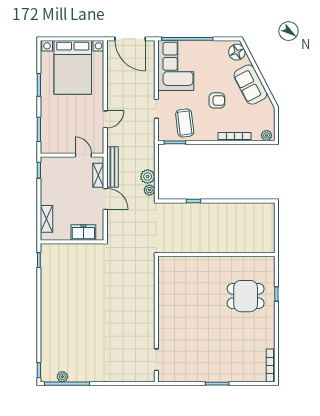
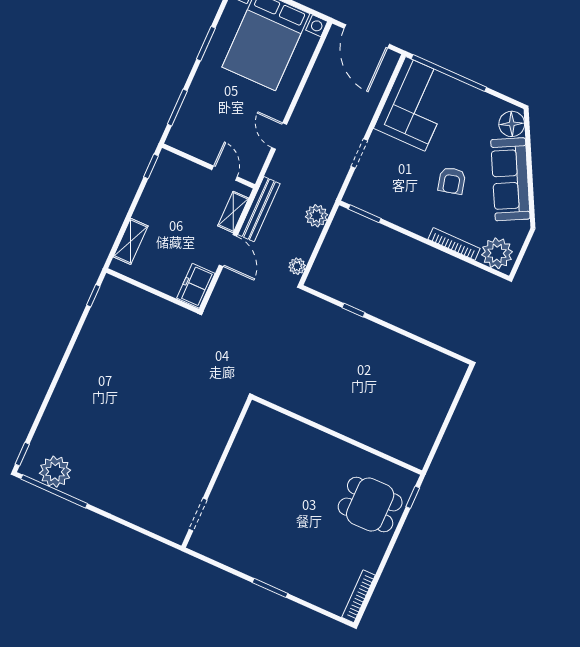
sofa: (250, 85) -> (510, 179), width x1.36
armchair: (217, 100) -> (452, 181), turned 76
door: (105, 119) -> (279, 136), swing flipped
coffee table: (185, 123) -> (391, 192), removed
plant: (267, 135) -> (497, 253), width x1.88, depth x1.88
plant: (148, 177) -> (317, 216), moved
freezer: (83, 232) -> (196, 286), moved, turned -90
wall: (216, 255) -> (337, 435), moved
dining table: (246, 296) -> (370, 504), moved
plant: (62, 377) -> (55, 472), width x1.88, depth x1.88

